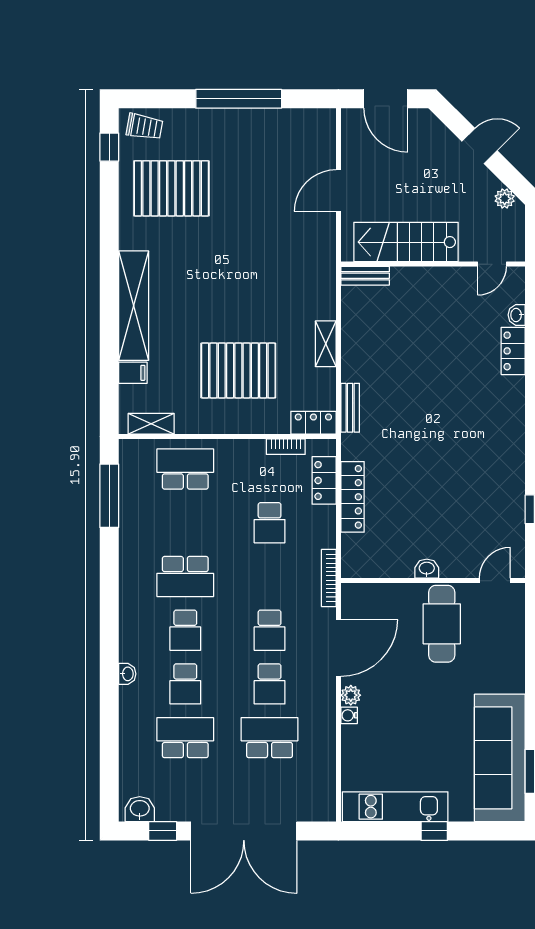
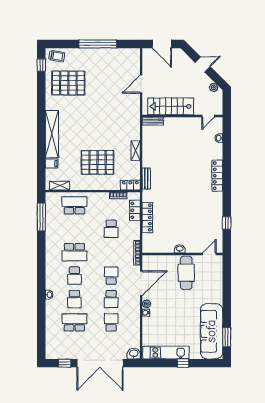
locker: (513, 351) -> (217, 176), moved, width x1.53
school desk: (270, 630) -> (111, 276), turned 180
school desk: (270, 738) -> (111, 322), width x0.54
washbasin: (140, 809) -> (134, 354), moved

